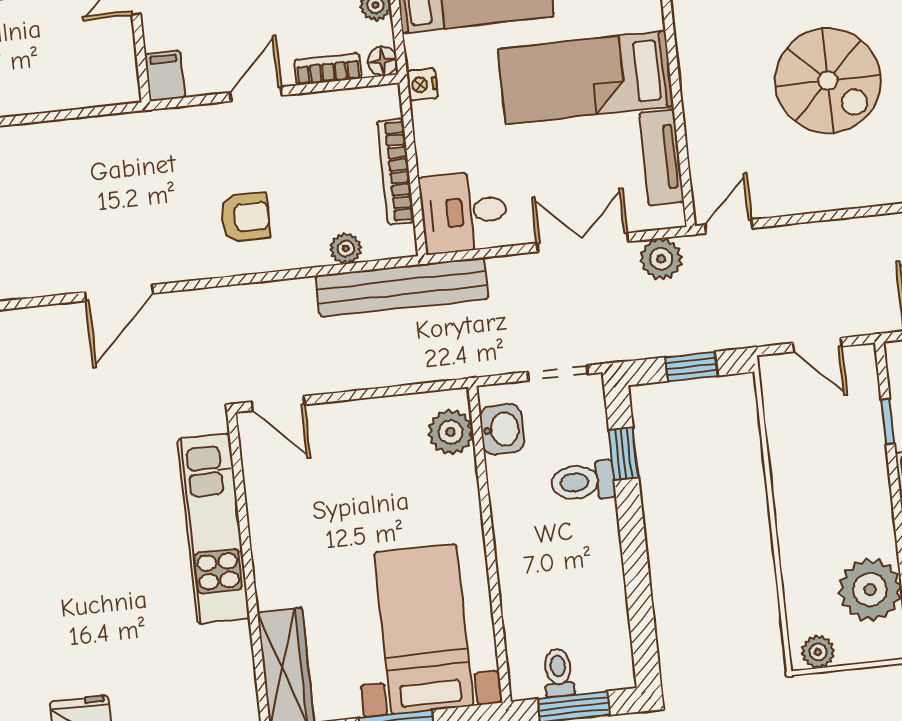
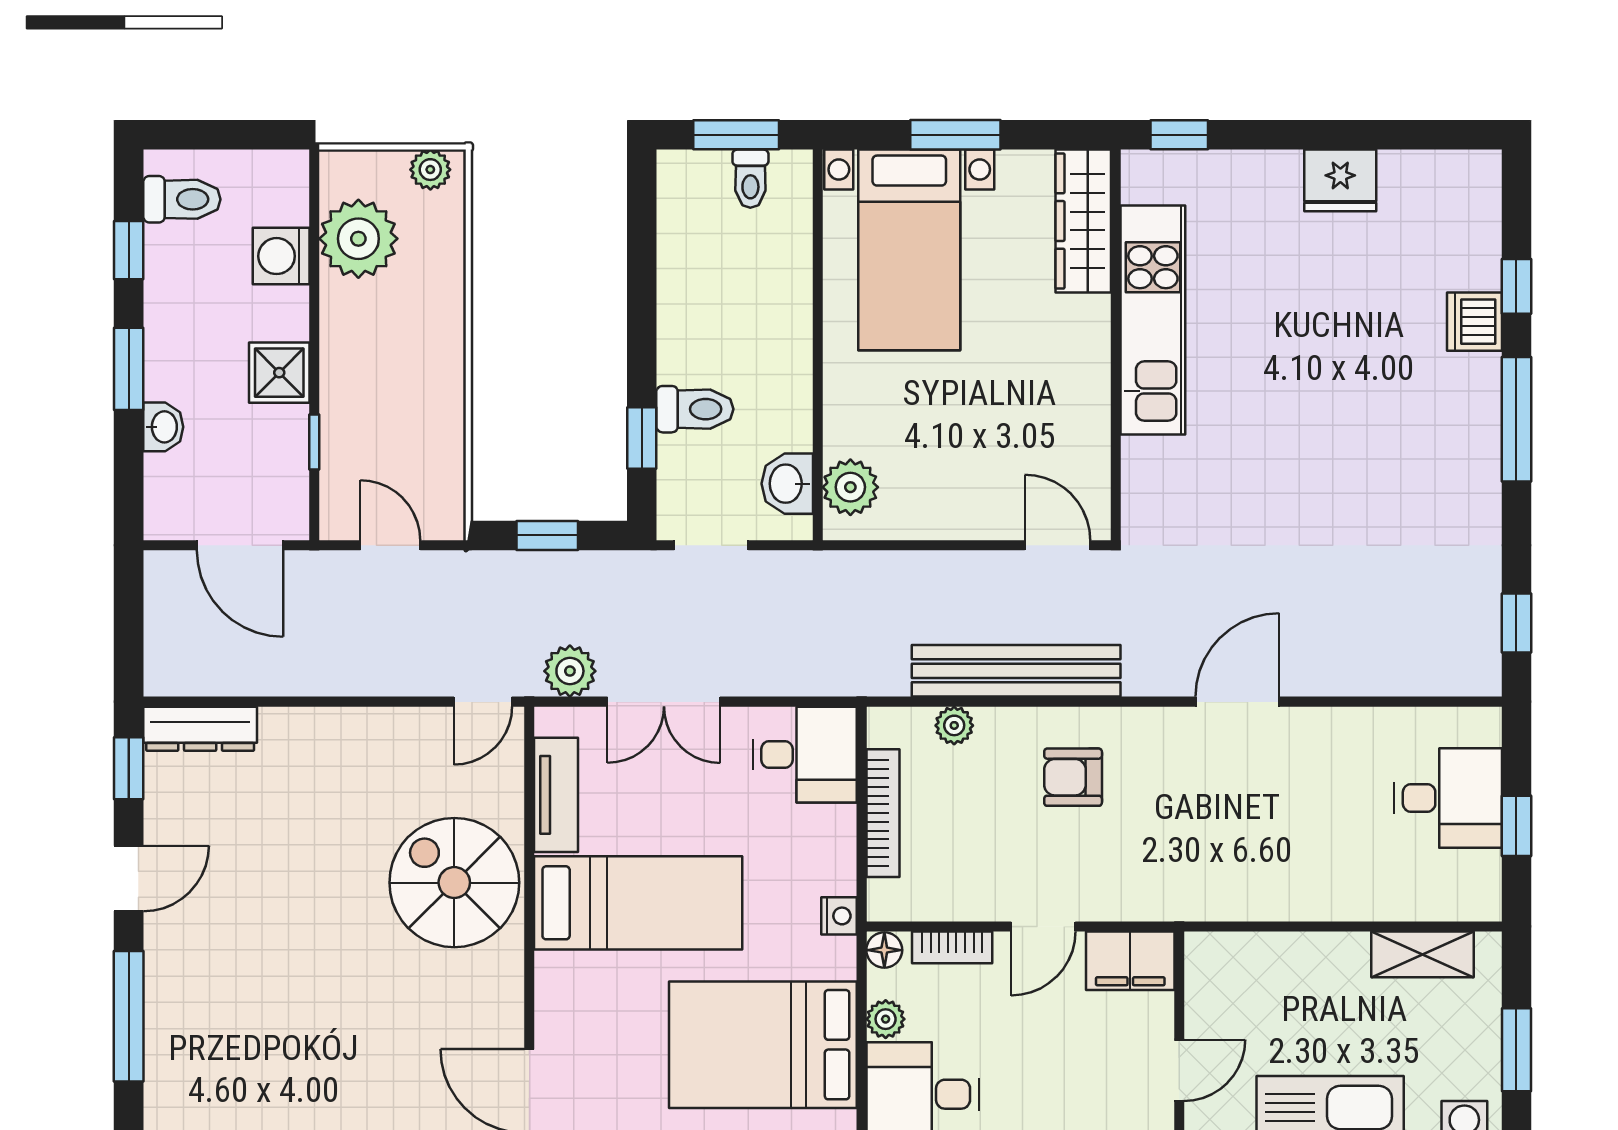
filing cabinet: (165, 76) -> (1130, 961), width x2.00
spiral stairs: (828, 81) -> (454, 883), moved
bench: (402, 287) -> (1016, 671), moved
kitchen unit: (214, 529) -> (1153, 320), moved

